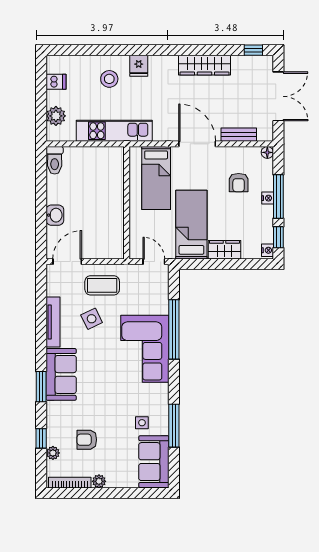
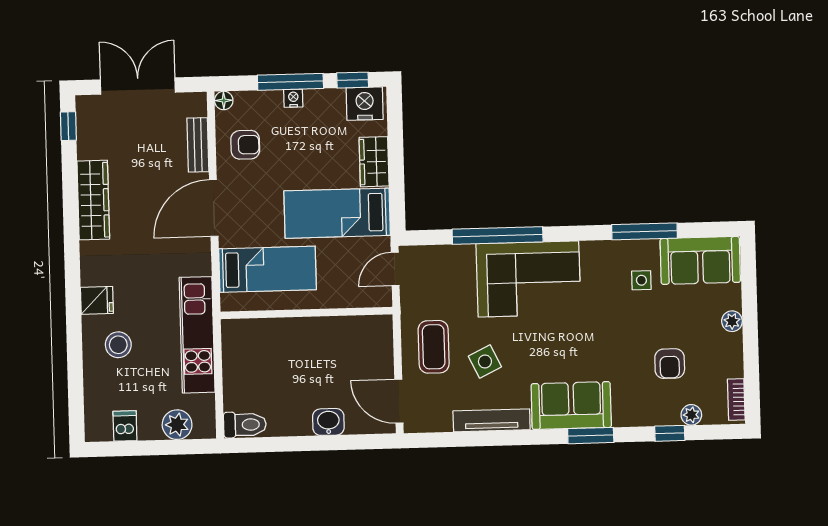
armchair: (239, 183) -> (245, 145), moved
nightstand: (267, 250) -> (365, 104), width x1.89, depth x1.79
plant: (99, 481) -> (732, 321), moved
bookcase: (70, 483) -> (736, 399), width x0.64

